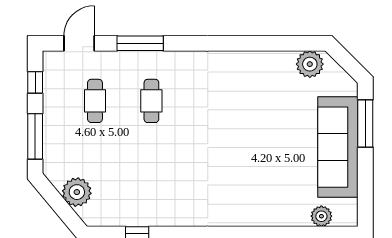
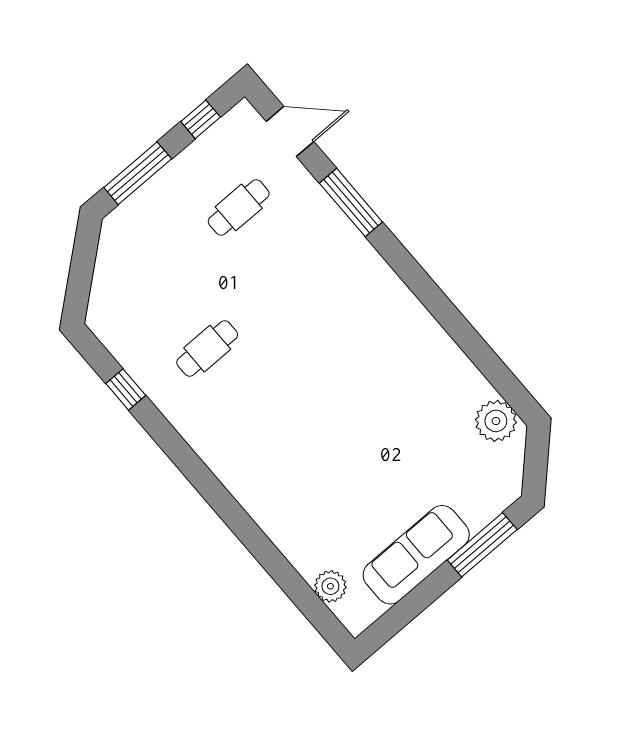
cafe table: (151, 101) -> (207, 349), moved
sofa: (338, 147) -> (416, 555), width x0.74, depth x0.79
plant: (77, 192) -> (114, 277), removed

